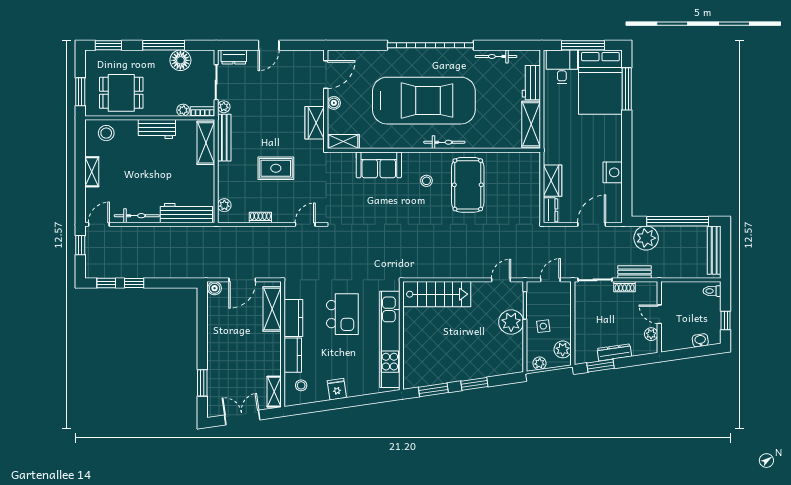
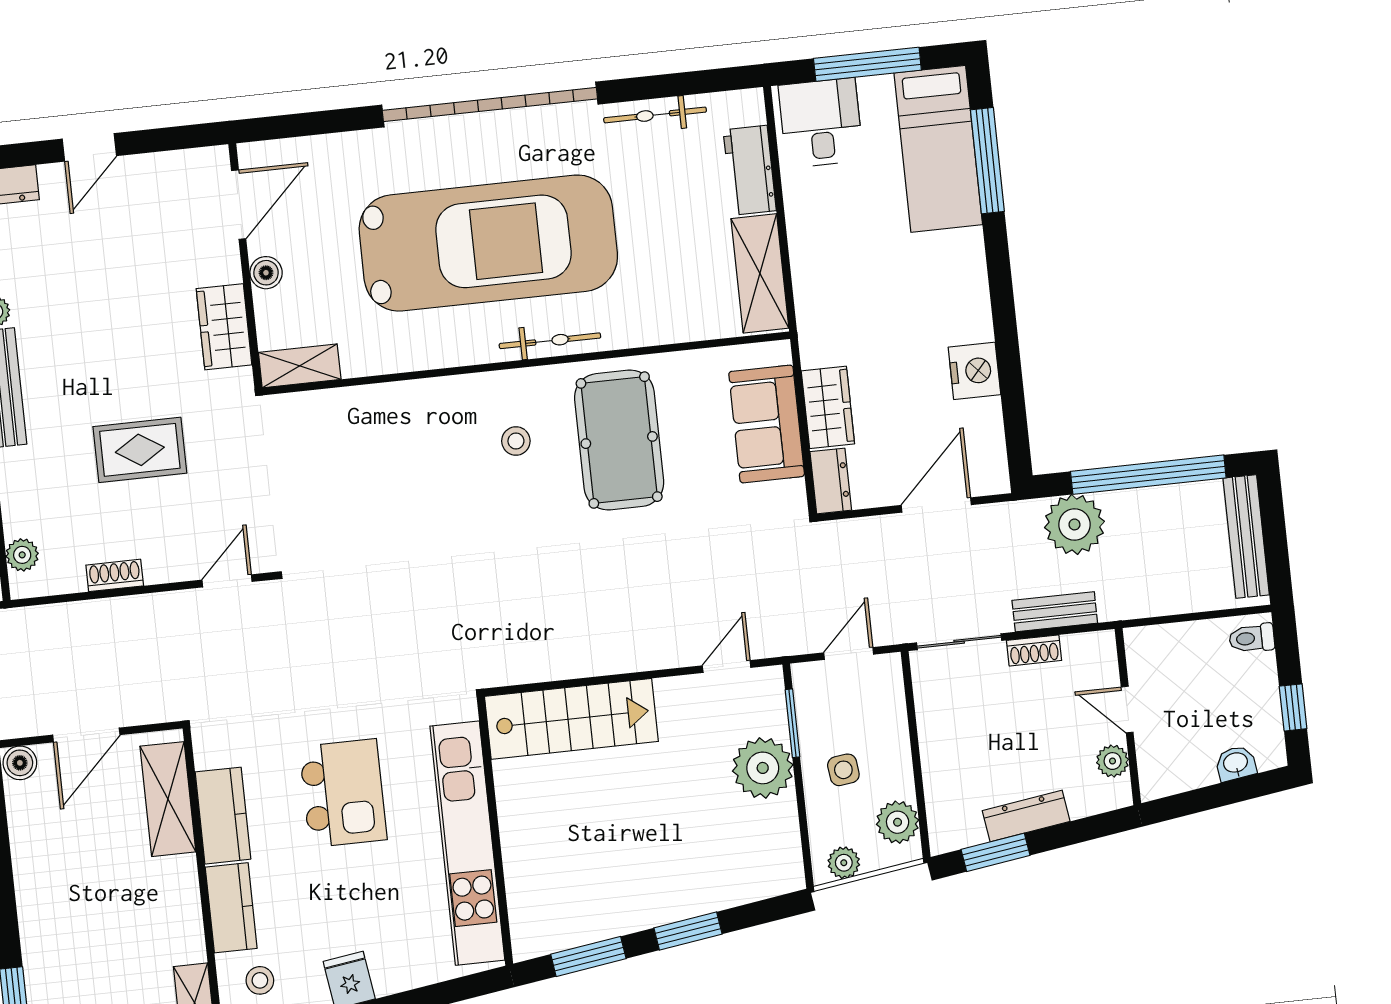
bed: (600, 82) -> (938, 149), width x0.67
sofa: (379, 165) -> (767, 424), moved, turned 90

